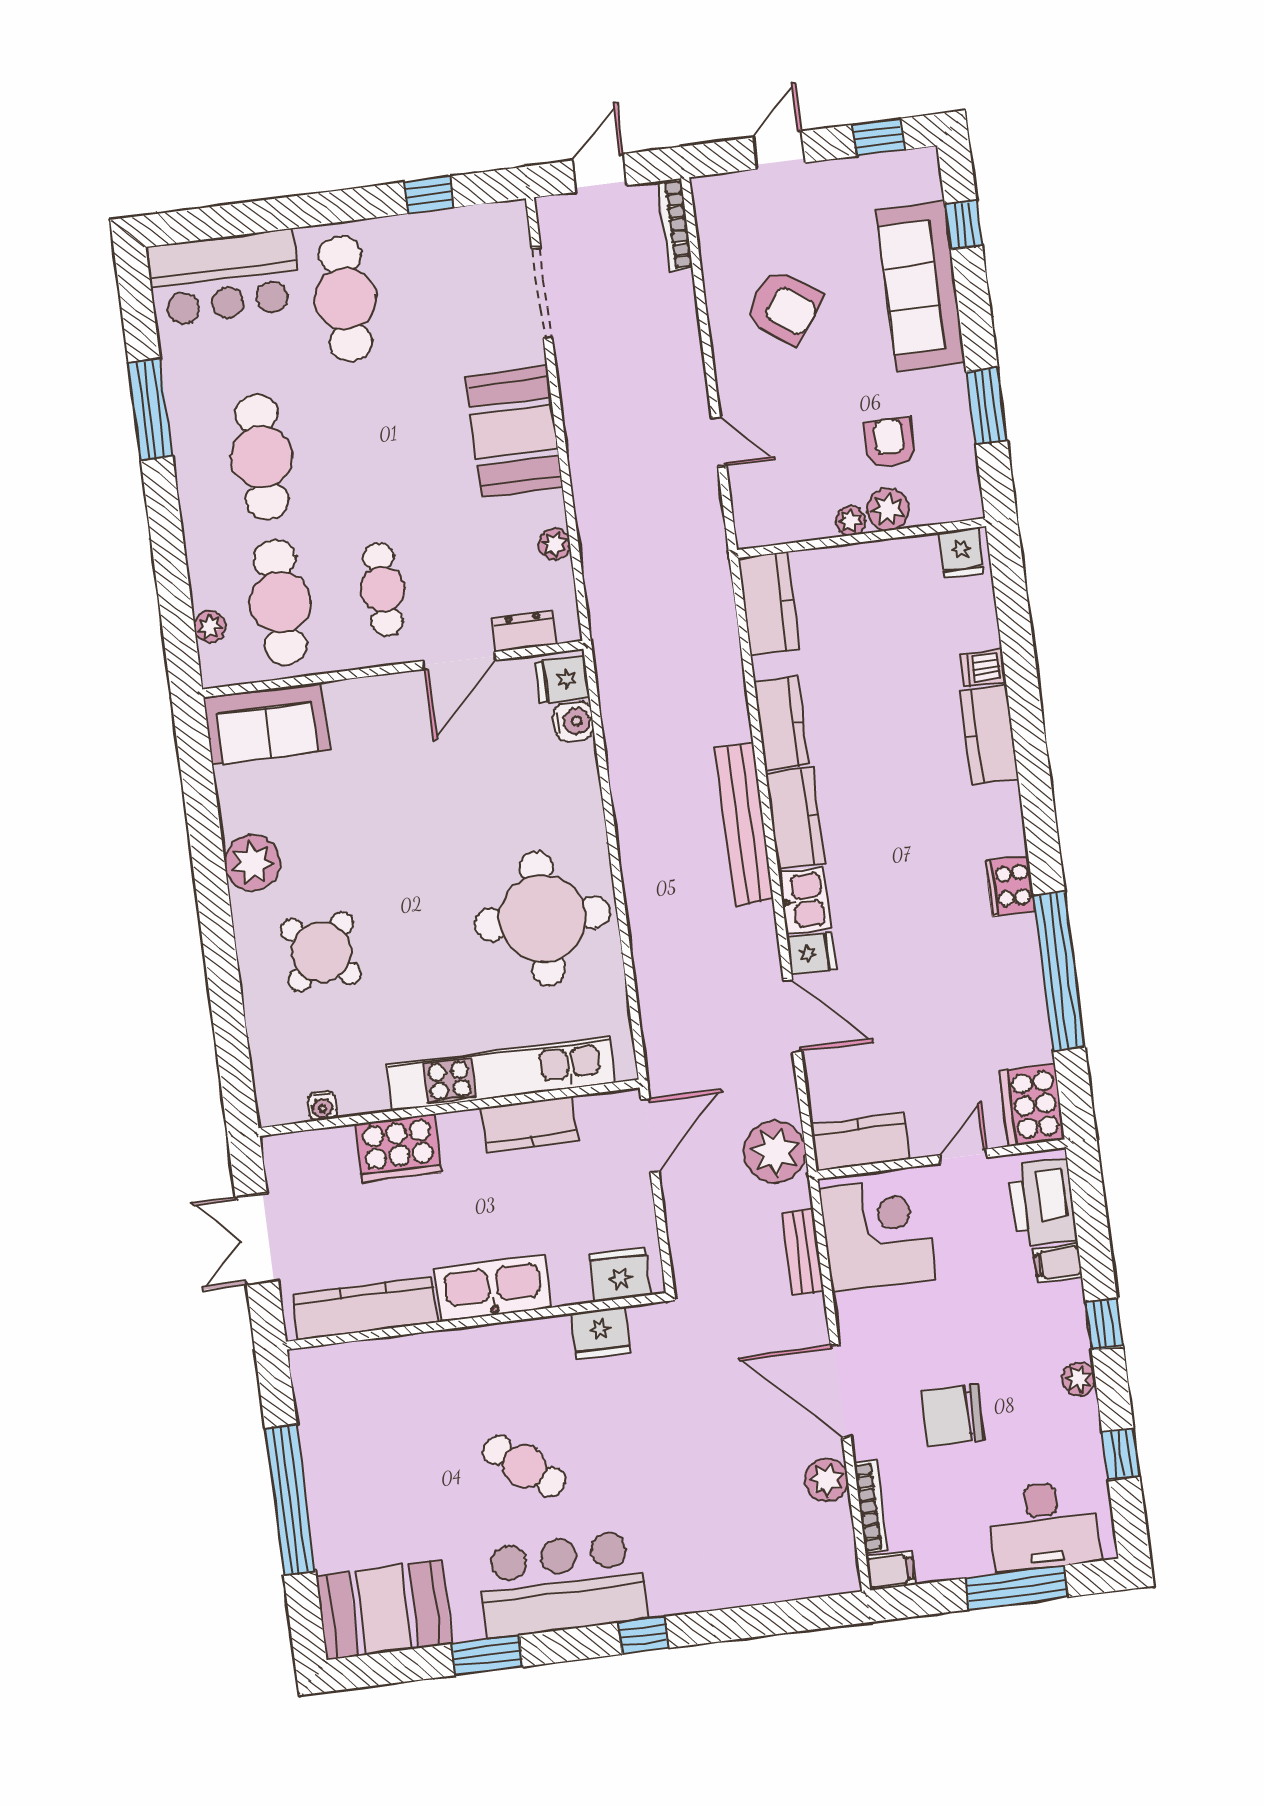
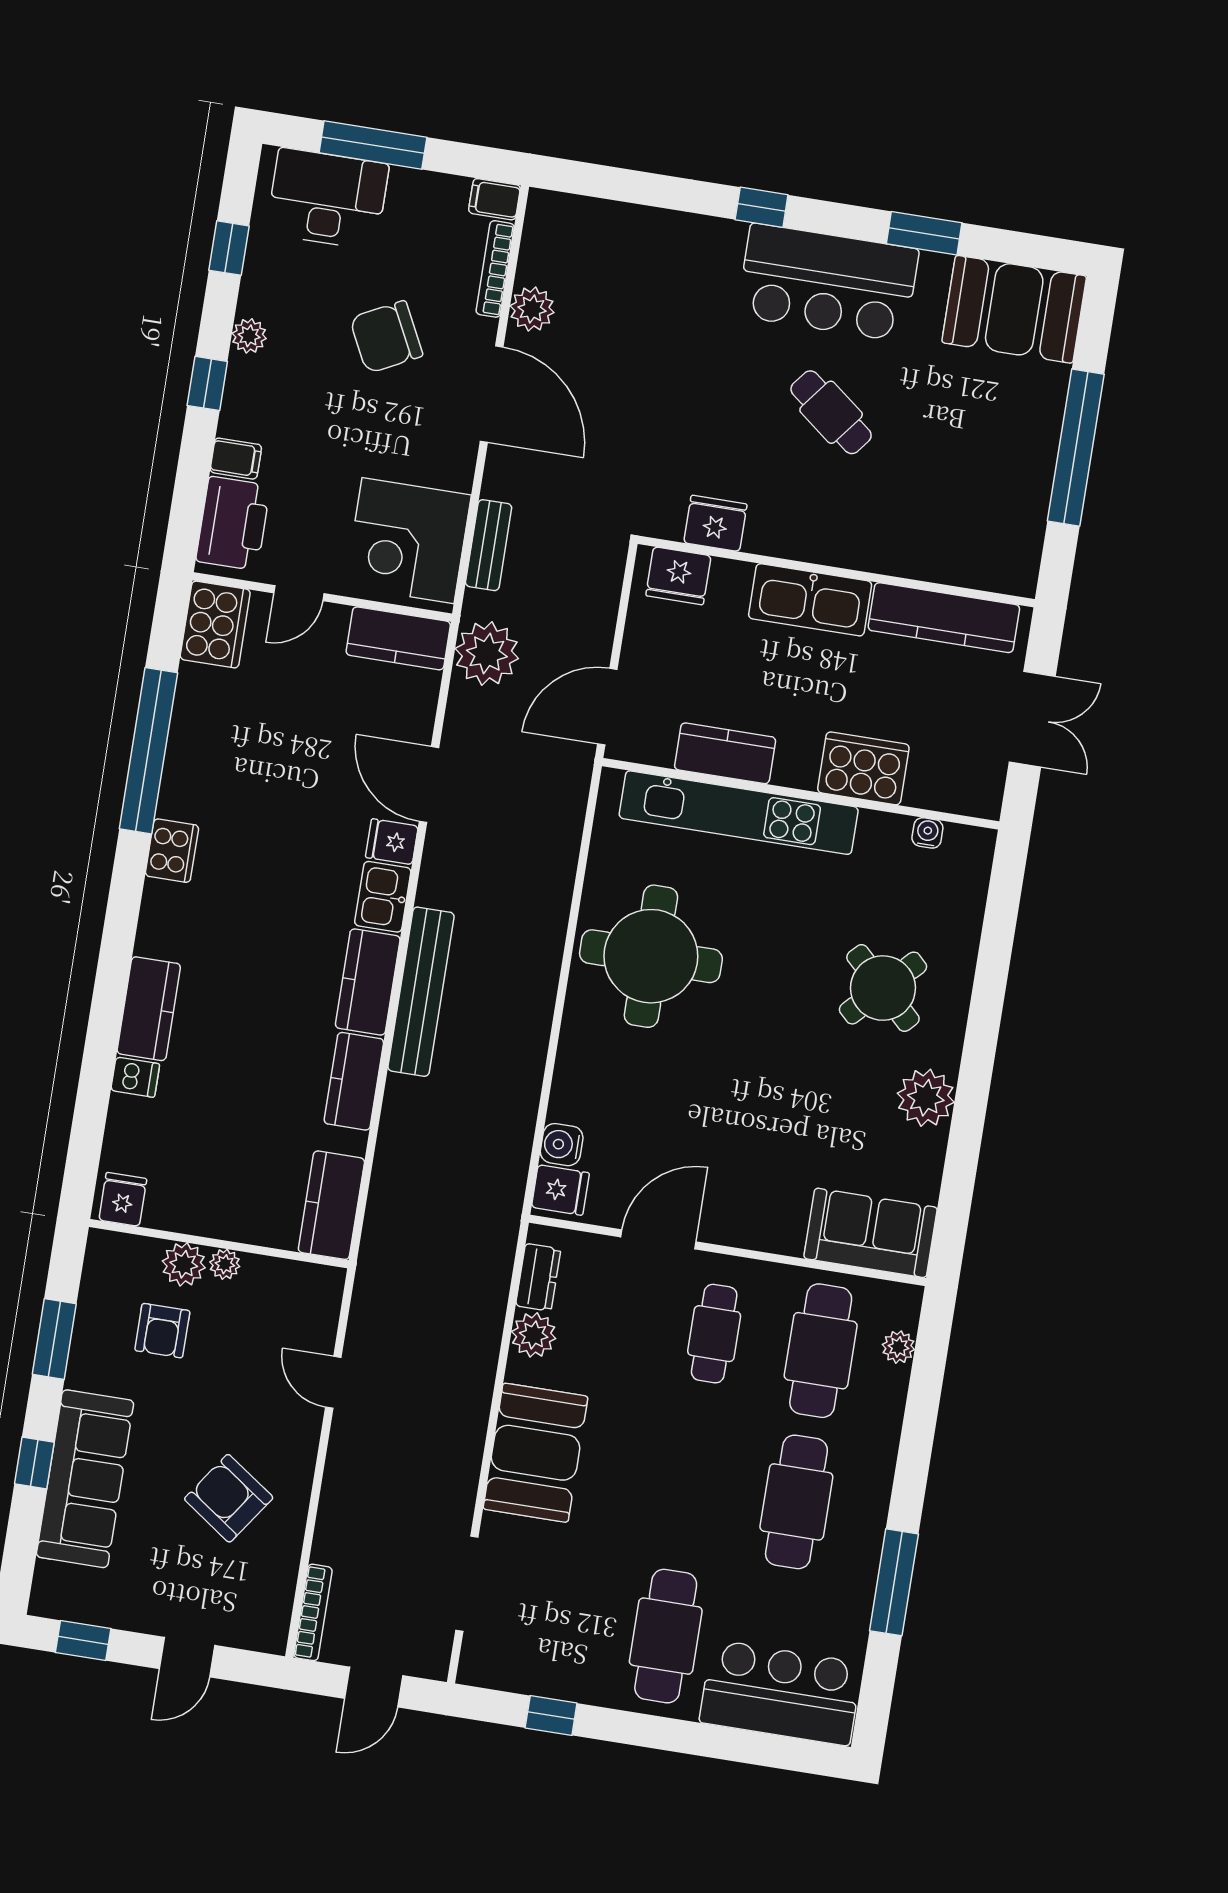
window: (963, 225) -> (34, 1463), moved
plant: (554, 544) -> (534, 1335), width x1.38, depth x1.38
dresser: (524, 631) -> (538, 1277), moved, turned -90
chair: (953, 1415) -> (386, 337), turned 153

